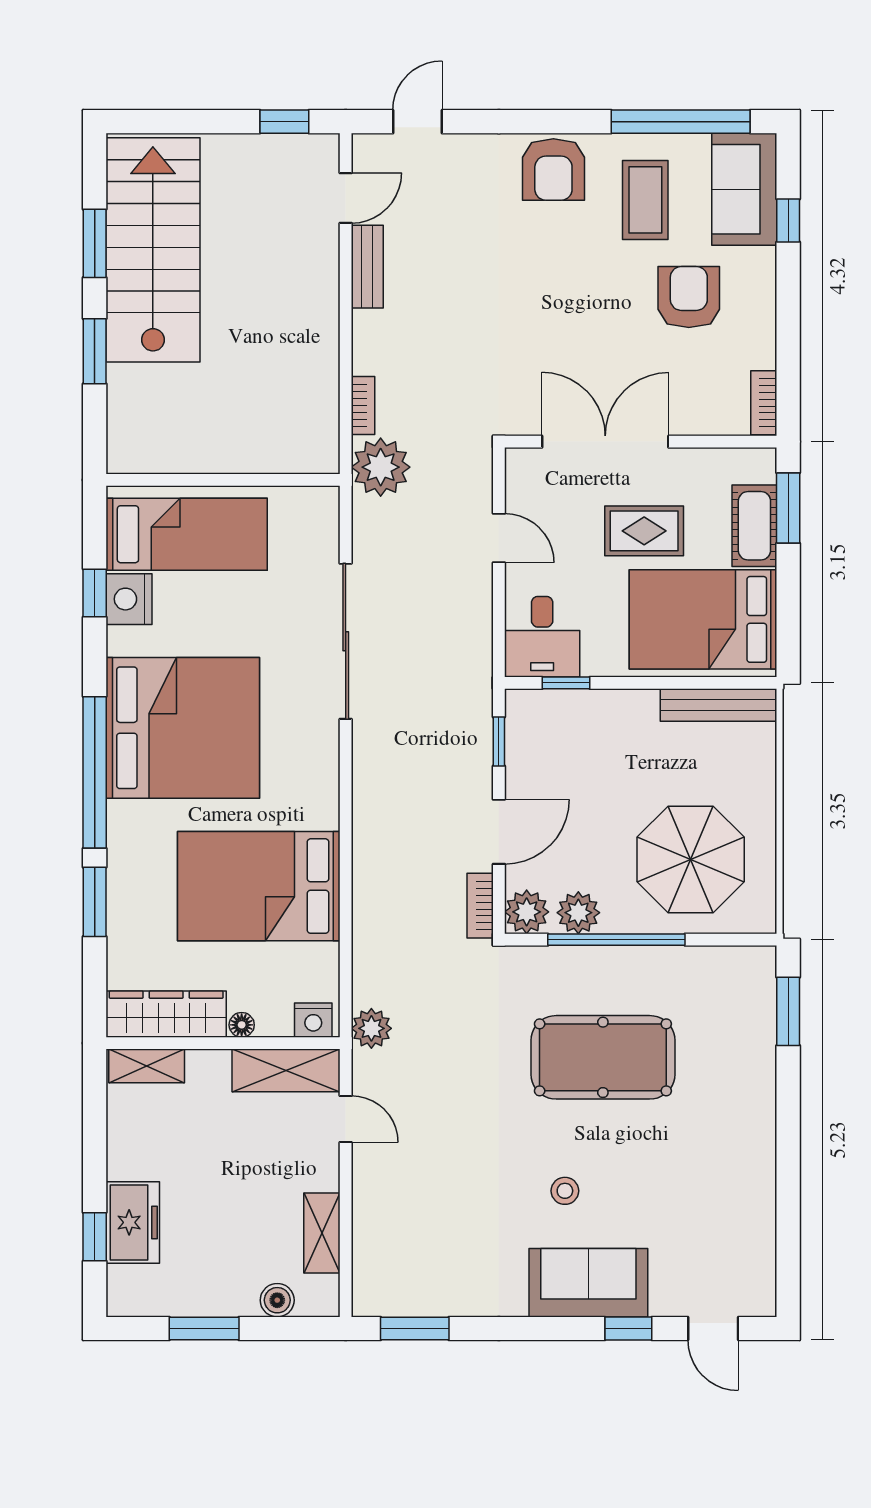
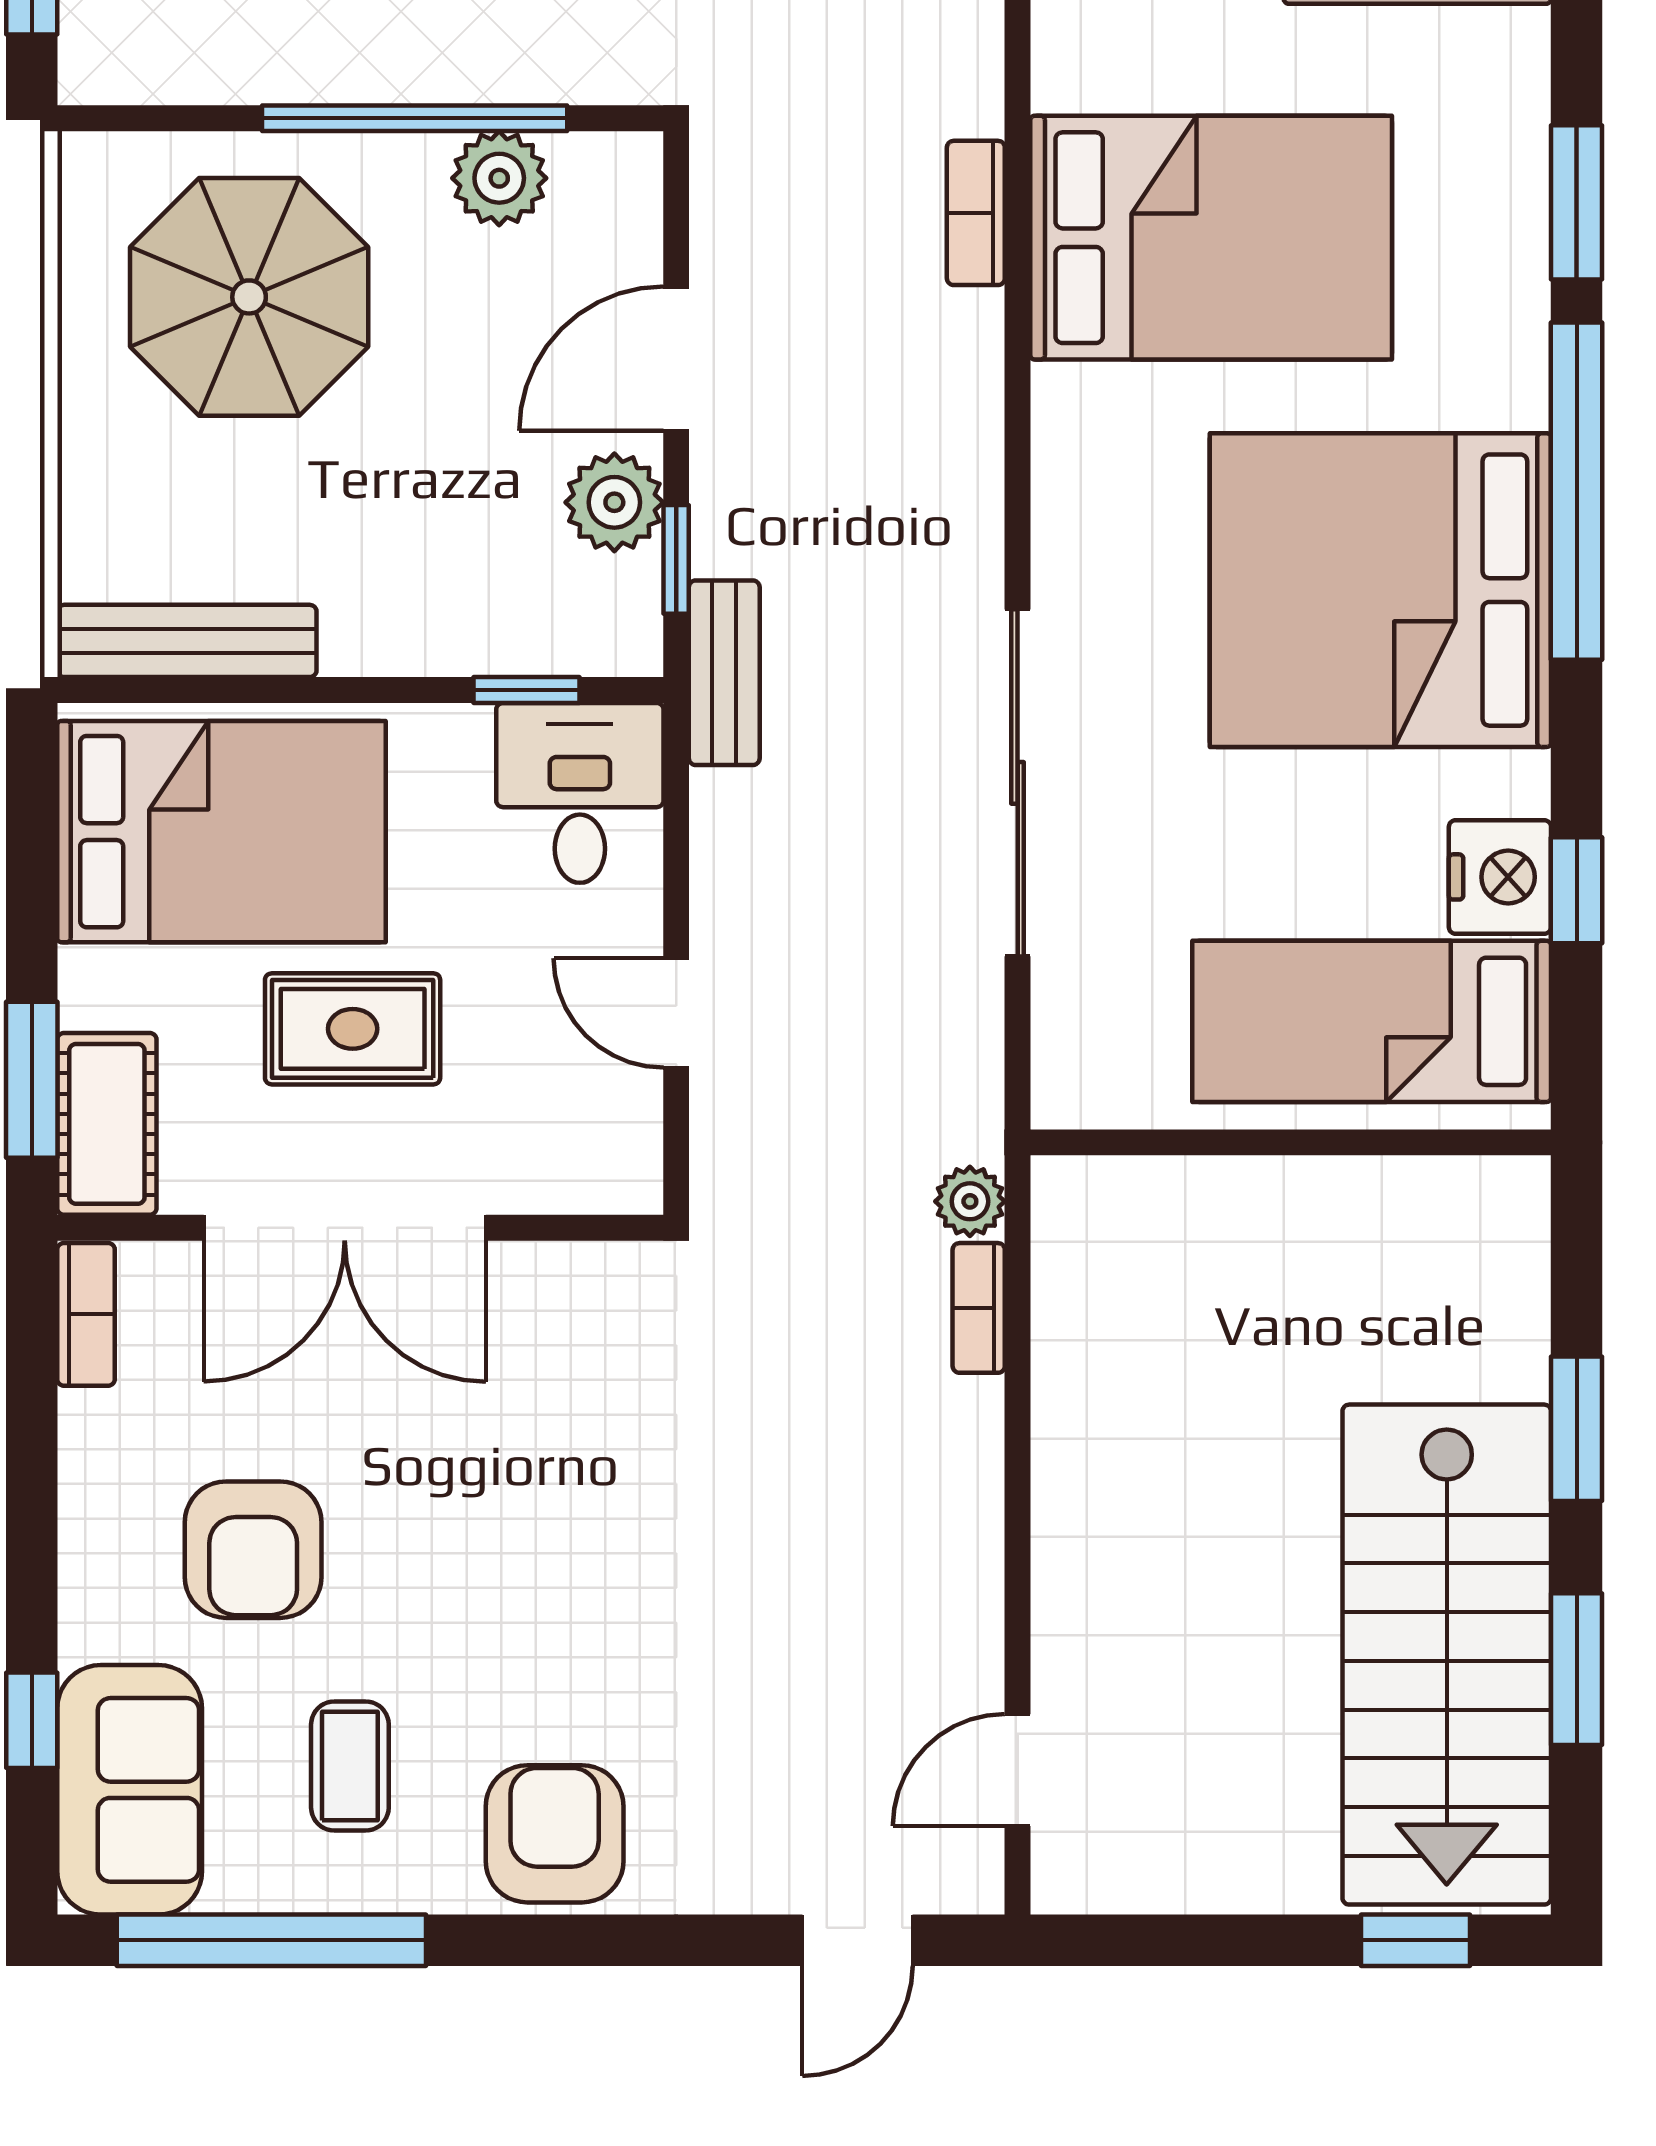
window: (284, 122) -> (1415, 1940), moved
coffee table: (645, 200) -> (350, 1766), width x0.73, depth x0.77
bench: (367, 267) -> (724, 673), moved
double door: (605, 442) -> (345, 1228), moved
plant: (381, 467) -> (970, 1201), width x0.53, depth x0.53
cot: (754, 526) -> (107, 1124), moved
bookcase: (480, 906) -> (976, 213), moved, turned 180
plant: (527, 912) -> (614, 502), moved

